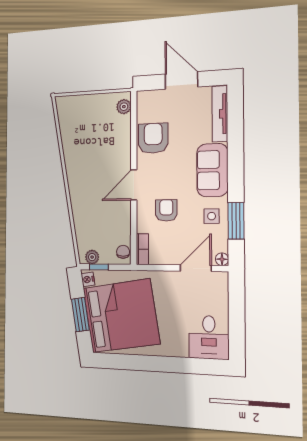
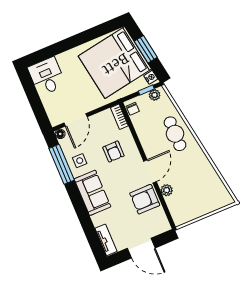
plant: (124, 107) -> (167, 190), moved
tv unit: (220, 114) -> (106, 240), width x0.71
armchair: (153, 138) -> (145, 199), turned 90
door: (134, 185) -> (150, 171), moved
cafe table: (88, 202) -> (175, 134), added
window: (236, 221) -> (62, 164), width x1.44

